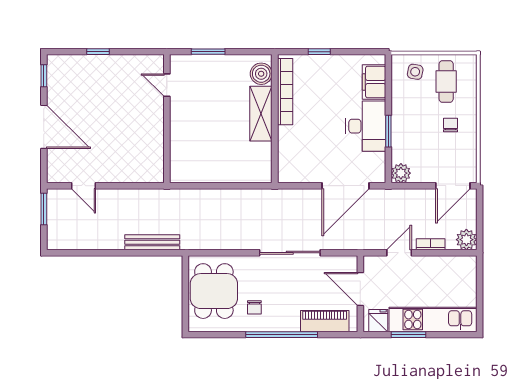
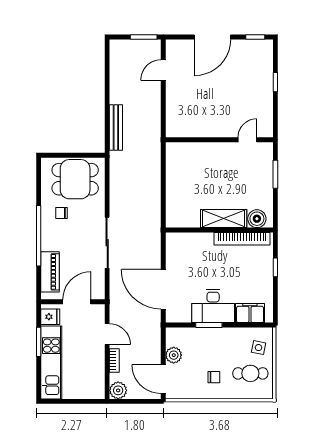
plant: (401, 173) -> (174, 355), moved

